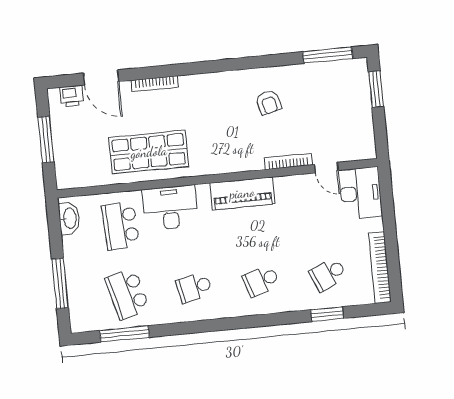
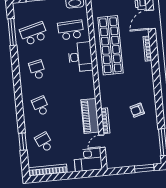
shop shelf: (149, 152) -> (110, 45), width x1.40
piano: (242, 193) -> (90, 116), moved

